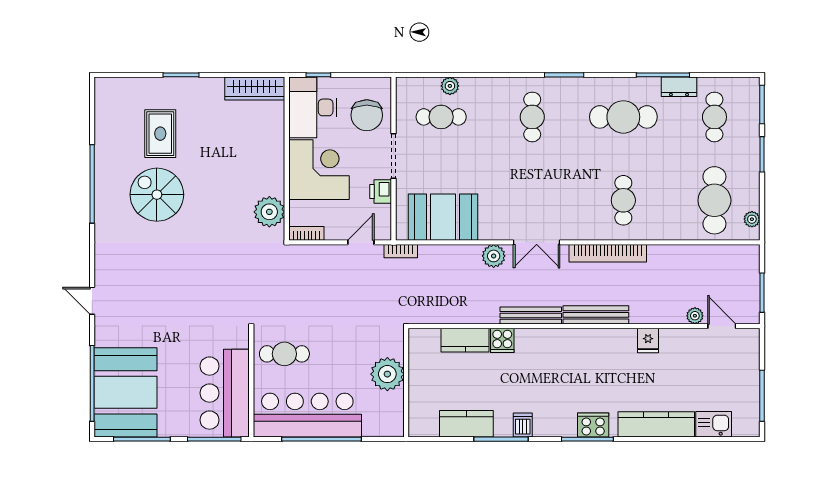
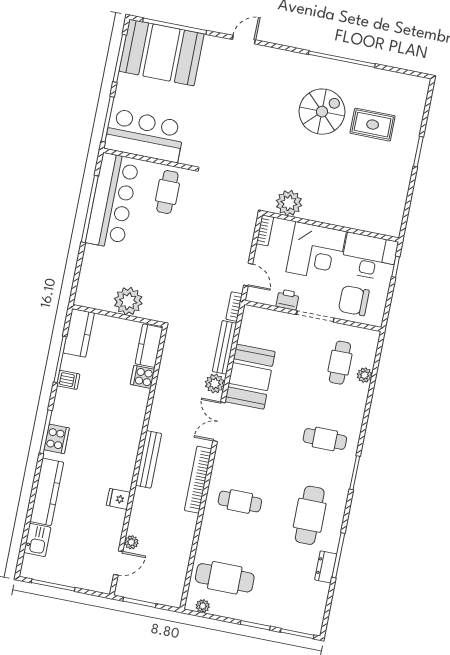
wardrobe: (255, 89) -> (395, 211), removed
cafe table: (714, 117) -> (295, 592), removed
booth: (443, 217) -> (250, 377), moved
bench: (531, 315) -> (224, 347), moved
plant: (387, 374) -> (128, 301), moved
wall: (406, 383) -> (118, 316), moved

